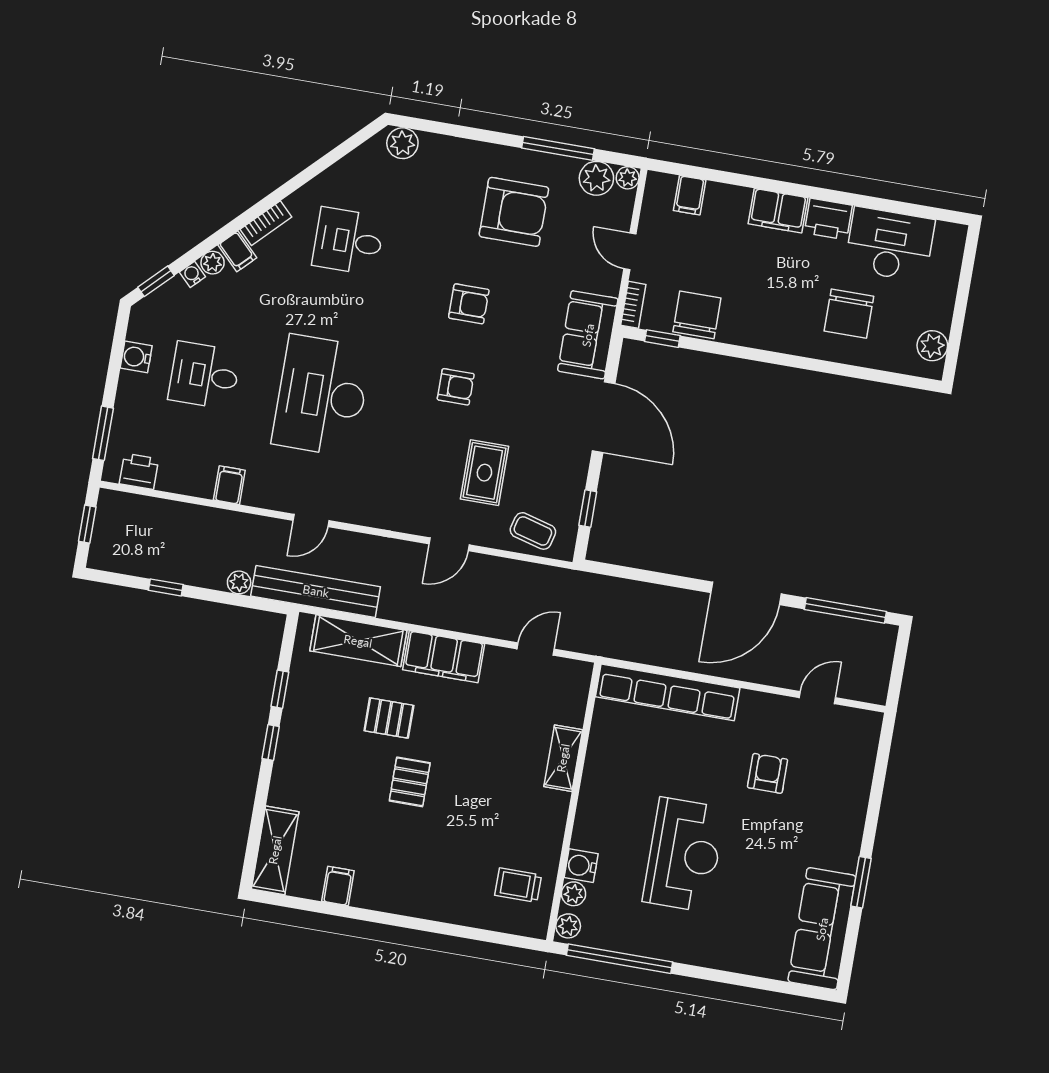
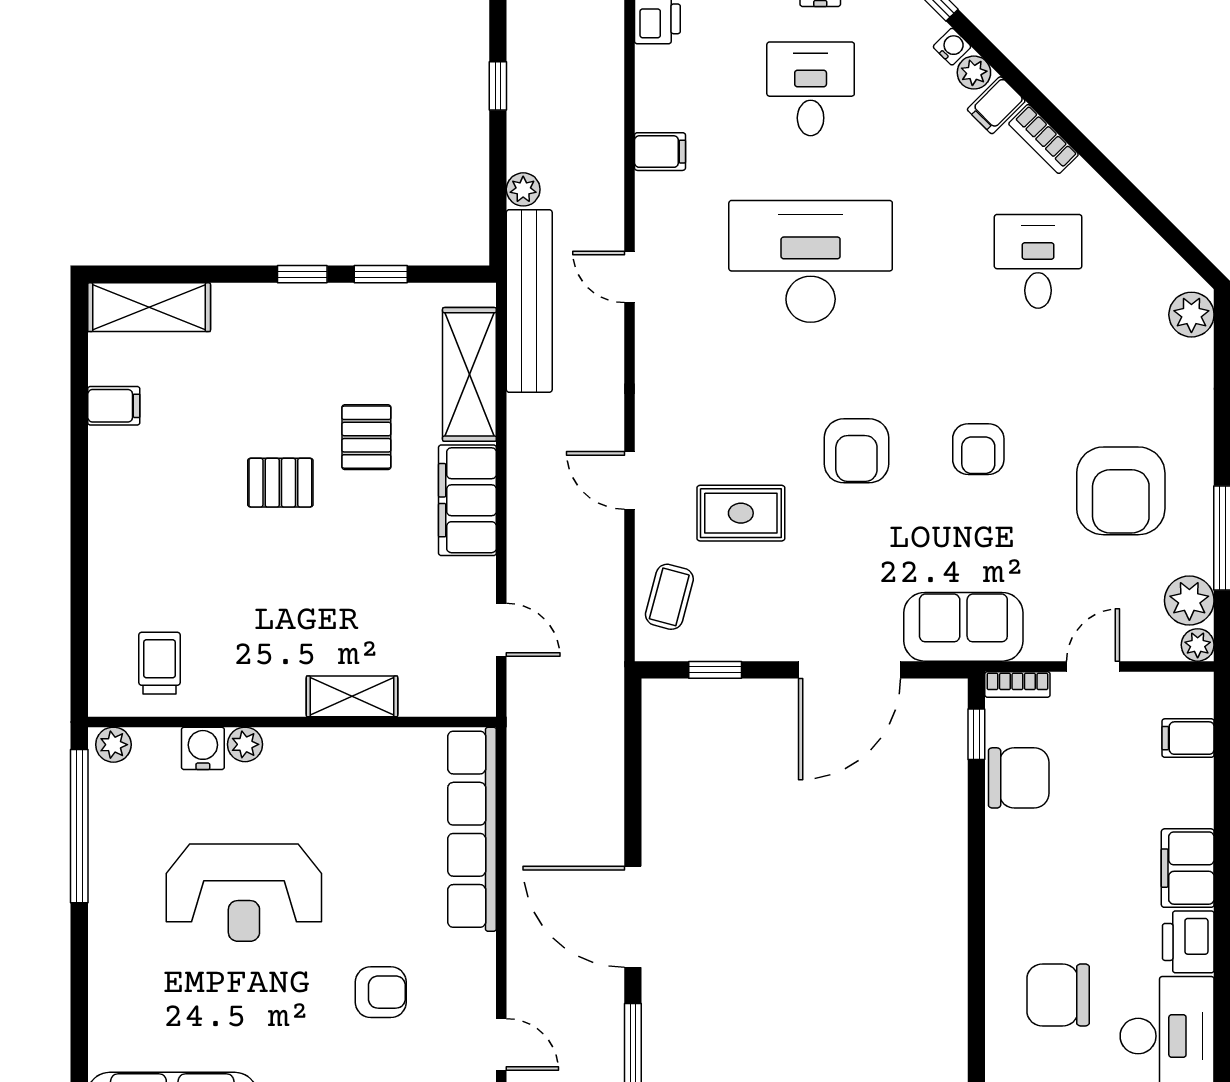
armchair: (456, 387) -> (856, 451), width x1.38, depth x1.38
plant: (574, 894) -> (245, 744), moved

